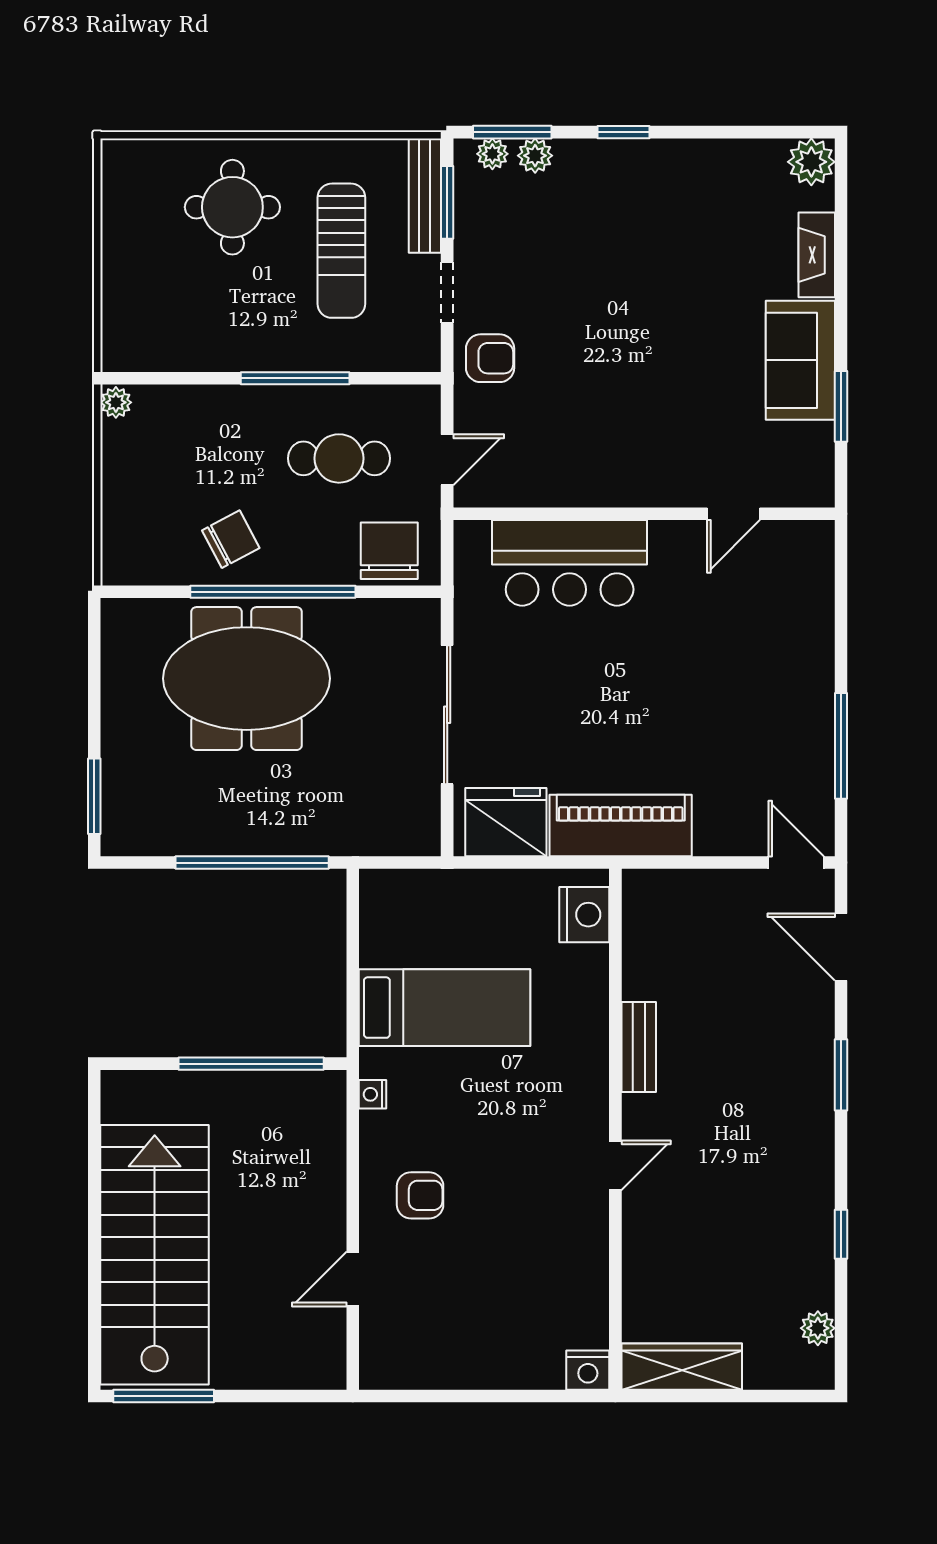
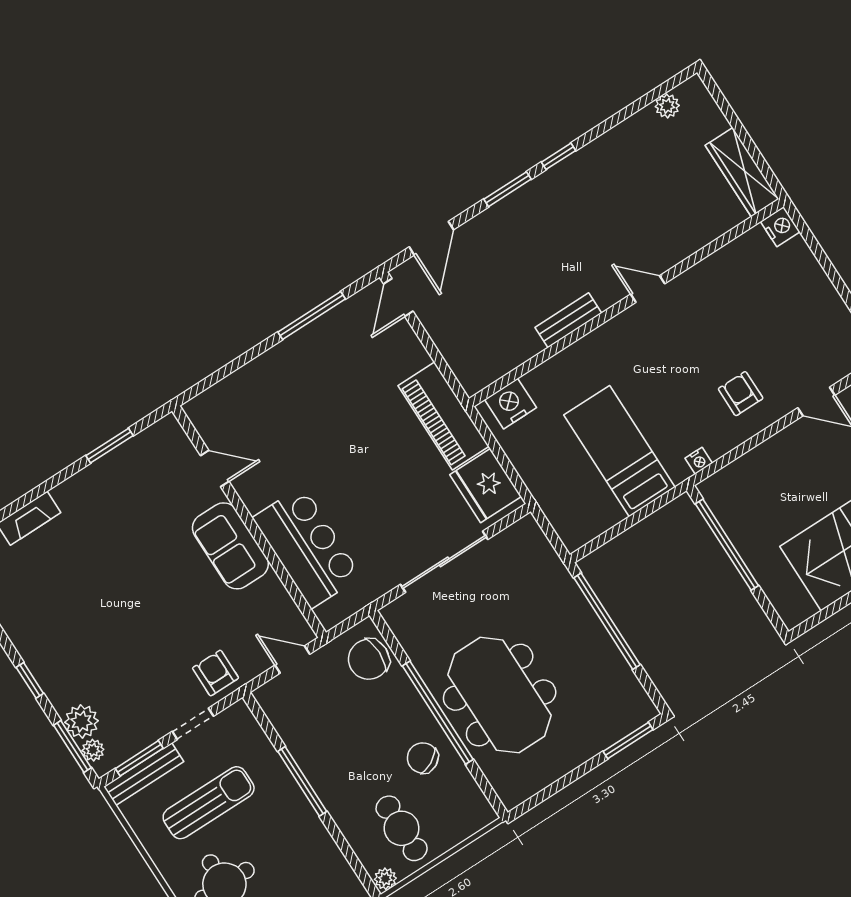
plant: (535, 156) -> (82, 721), width x1.38, depth x1.38
sofa: (800, 360) -> (230, 546), moved, turned 90
cafe table: (339, 458) -> (402, 828), moved
window: (841, 1234) -> (558, 156), moved

